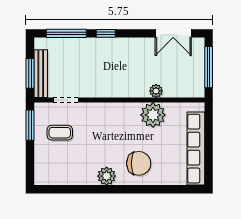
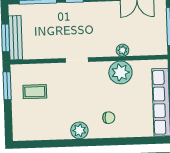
doorway: (66, 100) -> (77, 60), moved
chair: (139, 163) -> (109, 118), width x0.54, depth x0.54

